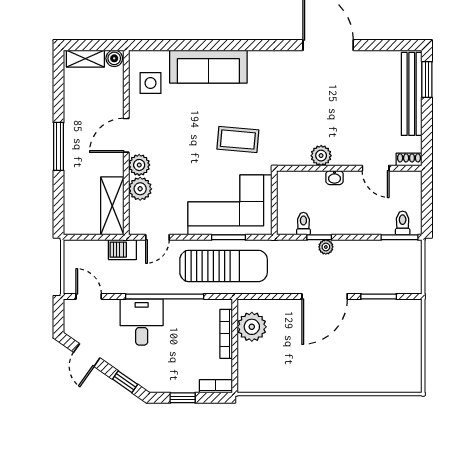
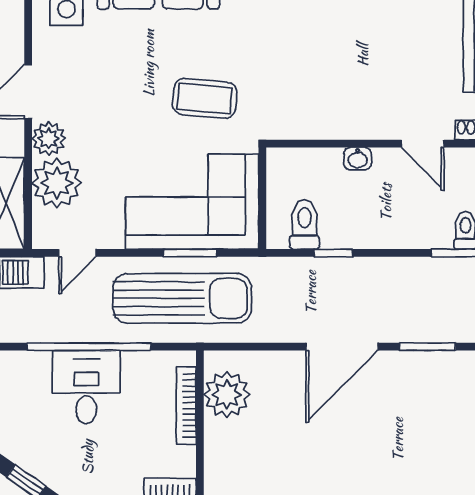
plant: (321, 156) -> (336, 124), removed
plant: (140, 189) -> (57, 183), width x1.36, depth x1.36
toilet: (303, 224) -> (304, 225), width x1.37, depth x1.39
plant: (326, 247) -> (344, 268), removed
desk: (142, 322) -> (86, 387), moved

